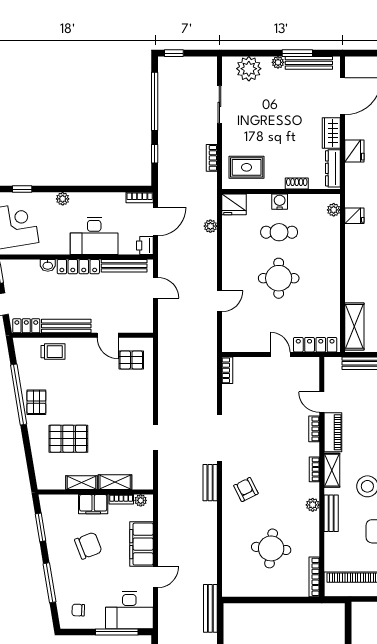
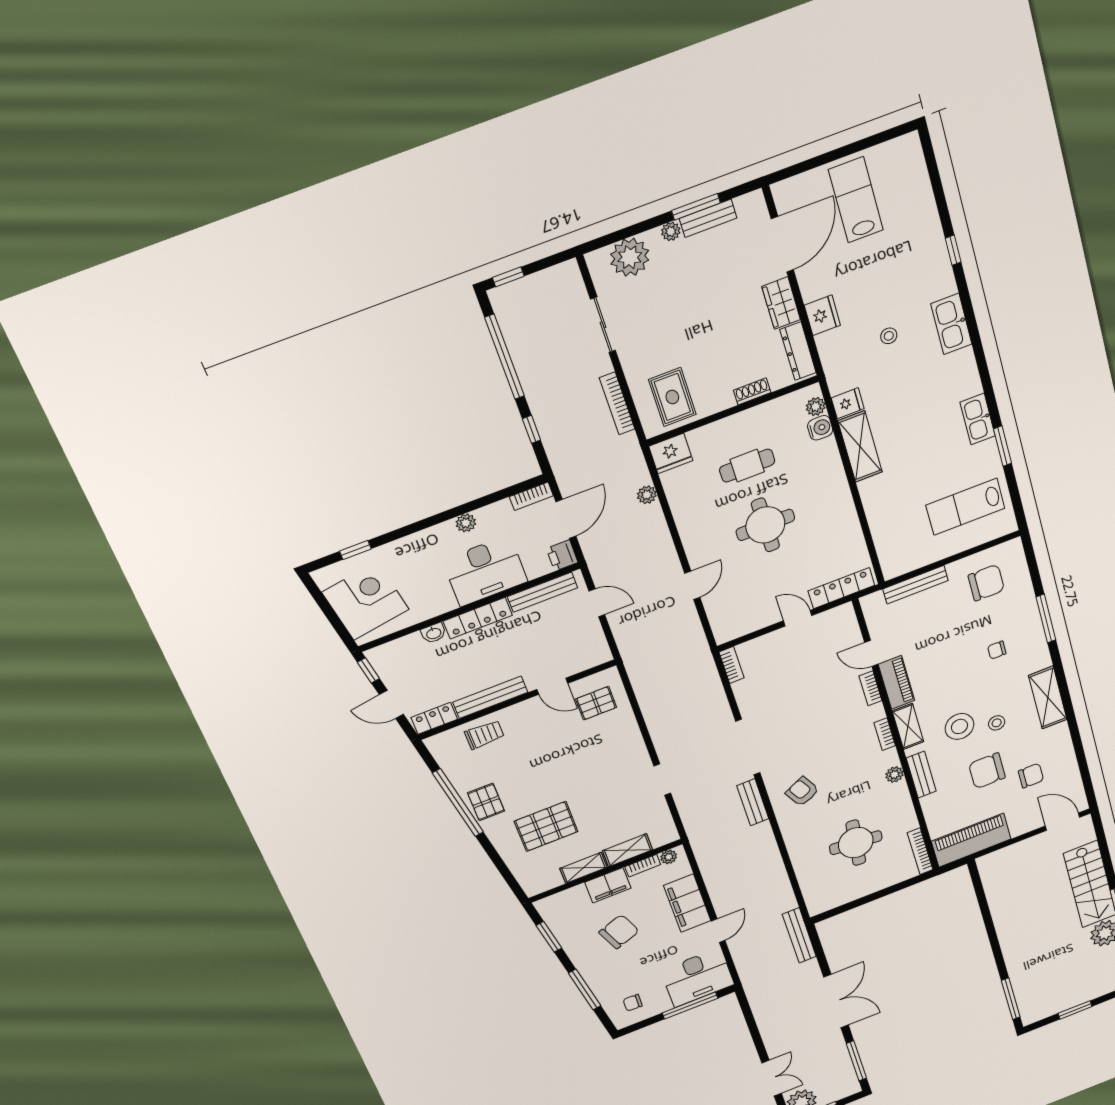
bench: (309, 63) -> (708, 218), width x0.73
bookcase: (212, 158) -> (617, 403), width x1.56
rug: (247, 167) -> (672, 397), turned 90
plant: (63, 199) -> (466, 523), moved
water cooler: (280, 202) -> (820, 428), moved, turned 90
shelving: (354, 326) -> (860, 447), moved

